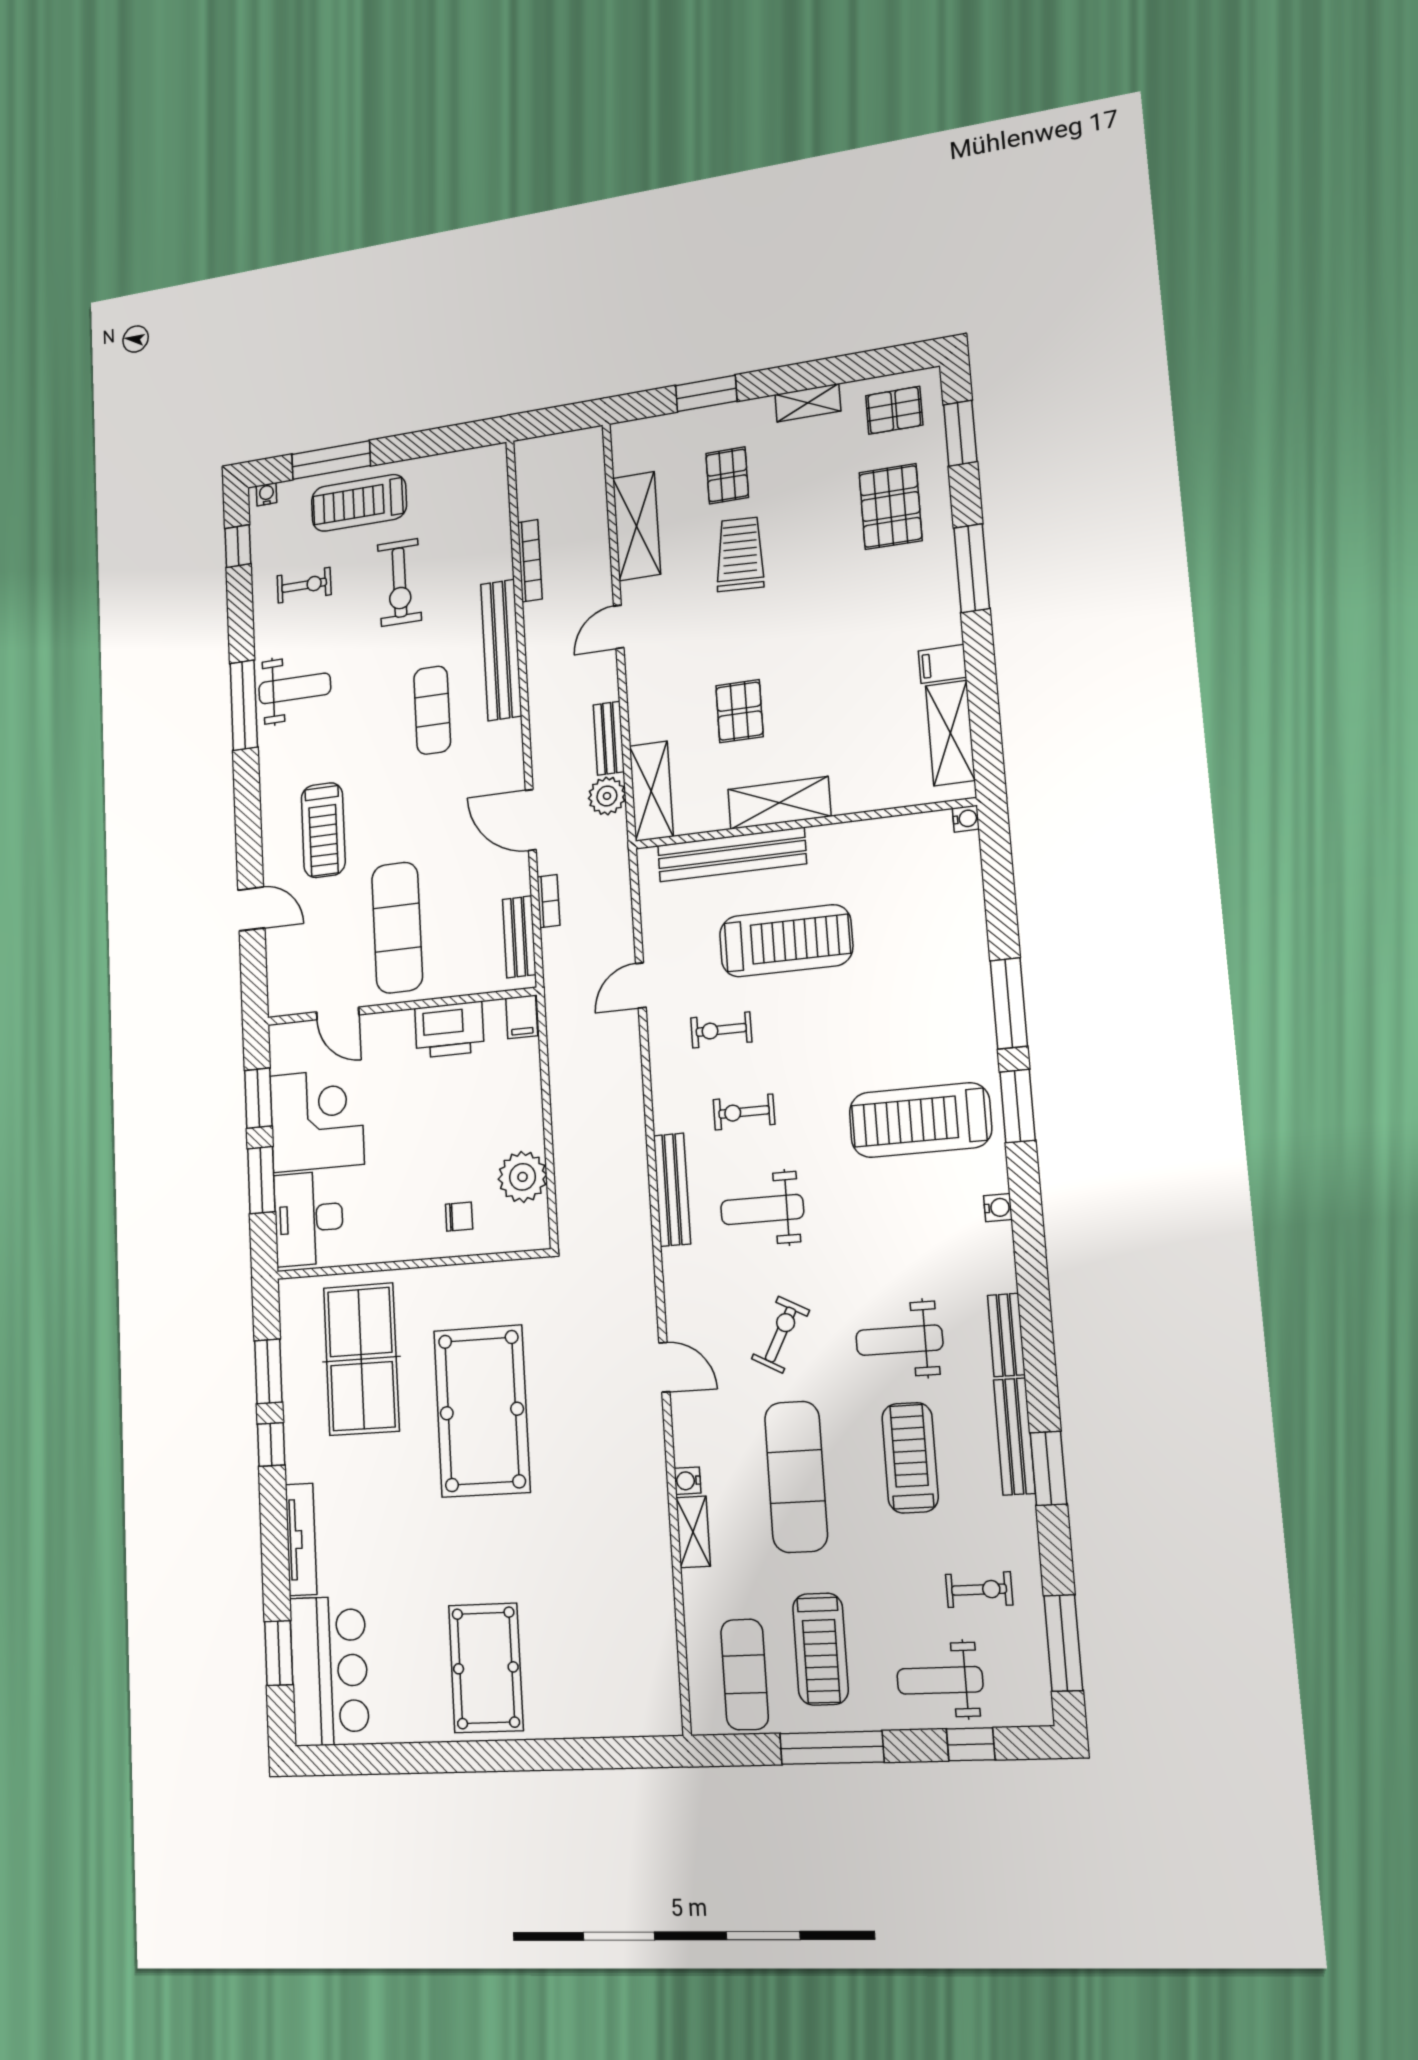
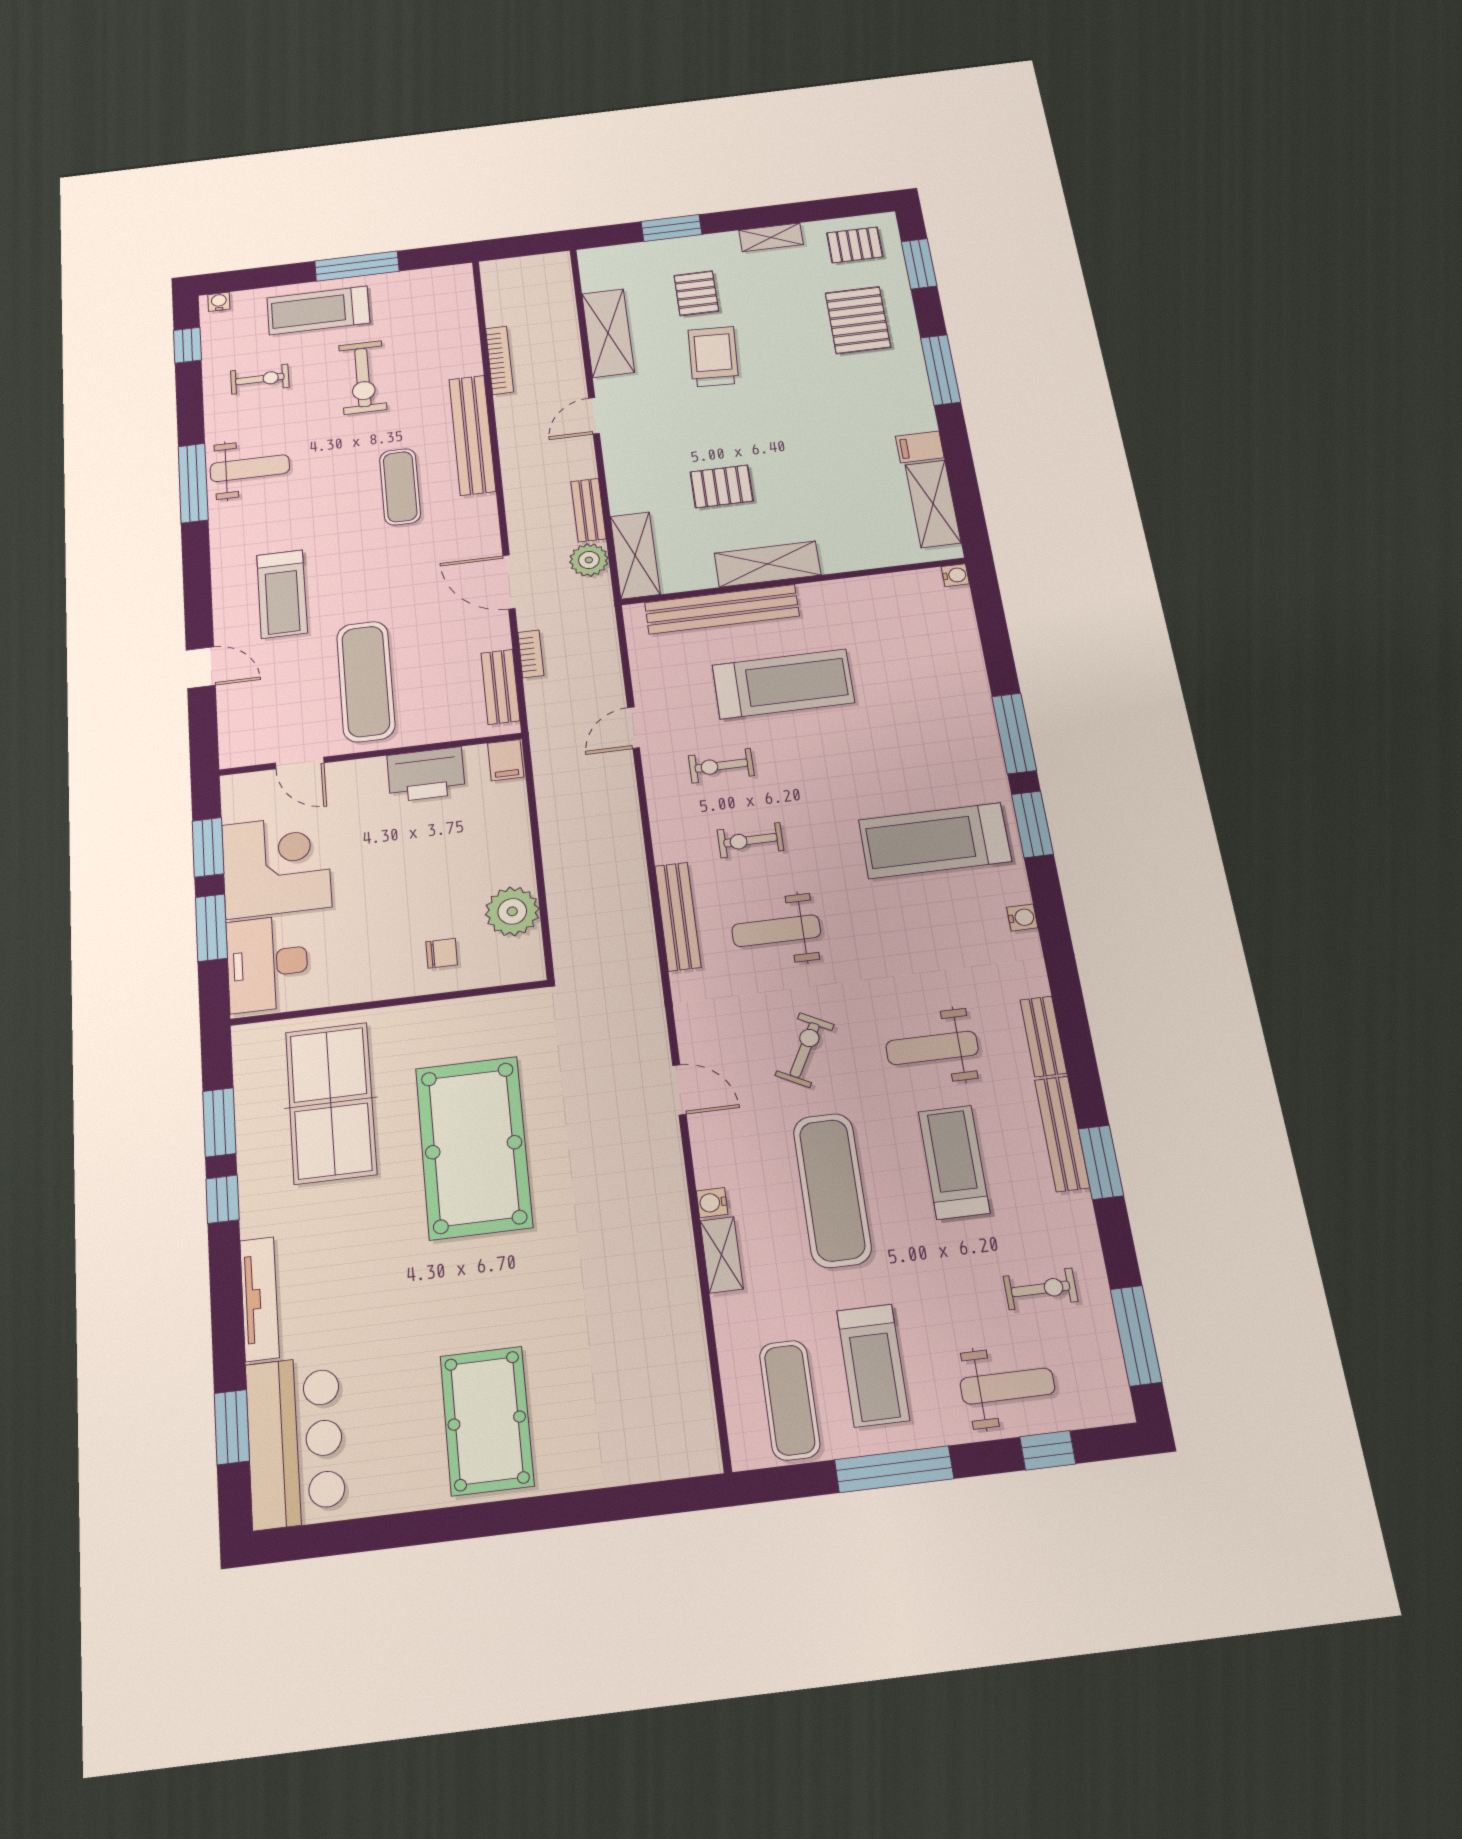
window: (331, 460) -> (357, 266), moved
pallet: (740, 711) -> (722, 486), turned 90
weight bench: (940, 1680) -> (1007, 1386), turned 180

